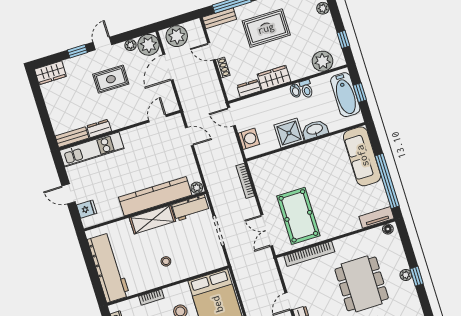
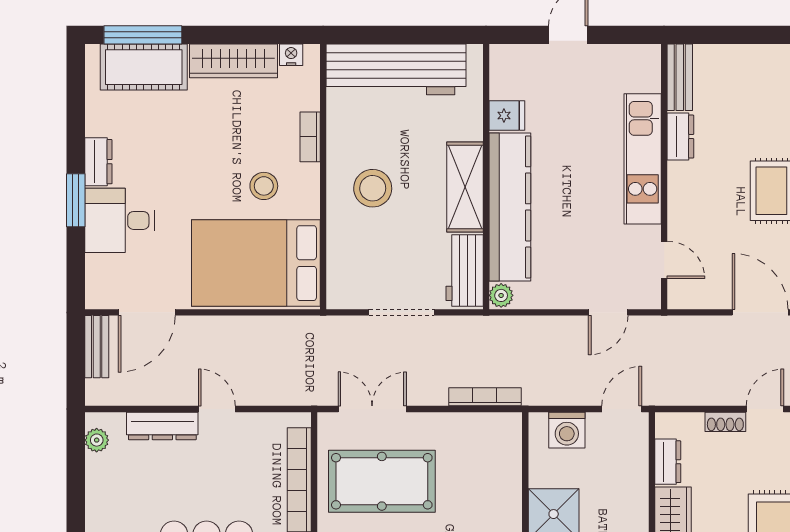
kitchen unit: (92, 149) -> (643, 159), moved
fridge: (87, 209) -> (507, 116), moved, turned -90
stool: (166, 261) -> (373, 188), width x1.89, depth x1.89

